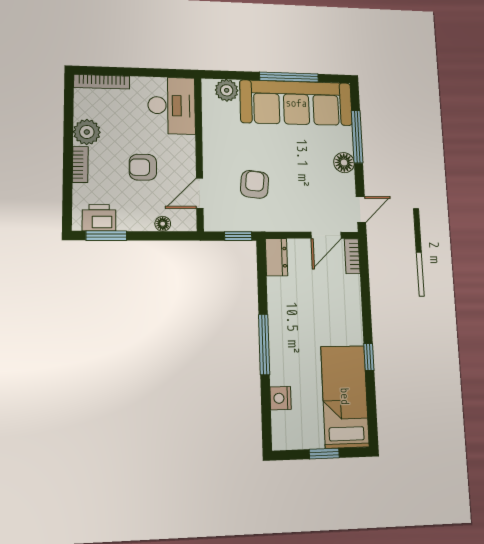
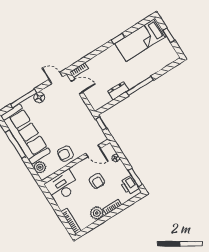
armchair: (255, 184) -> (65, 154), moved
dresser: (276, 257) -> (118, 91), moved
nightstand: (281, 398) -> (157, 66), removed

